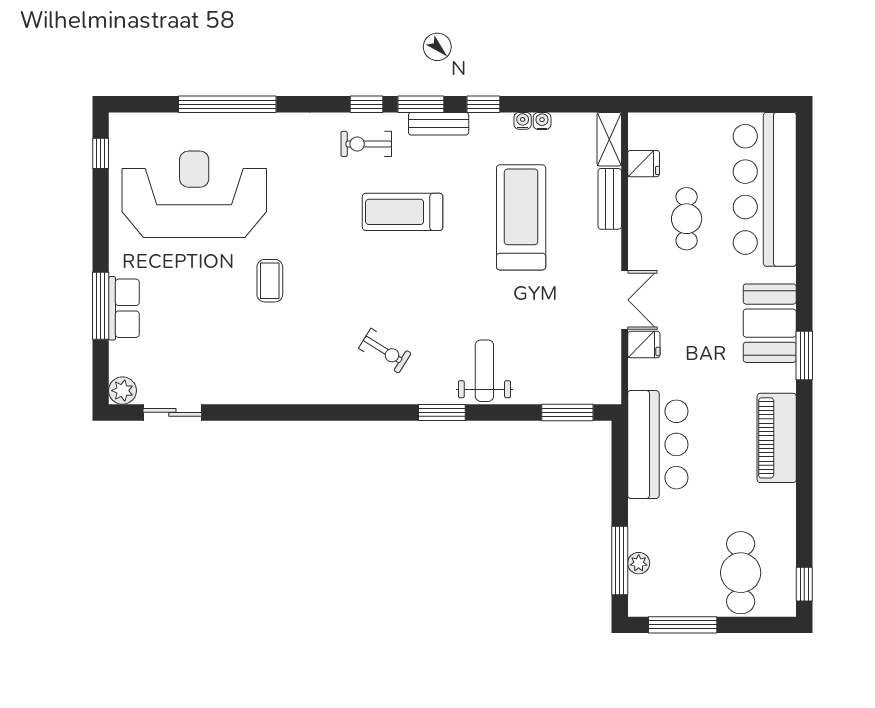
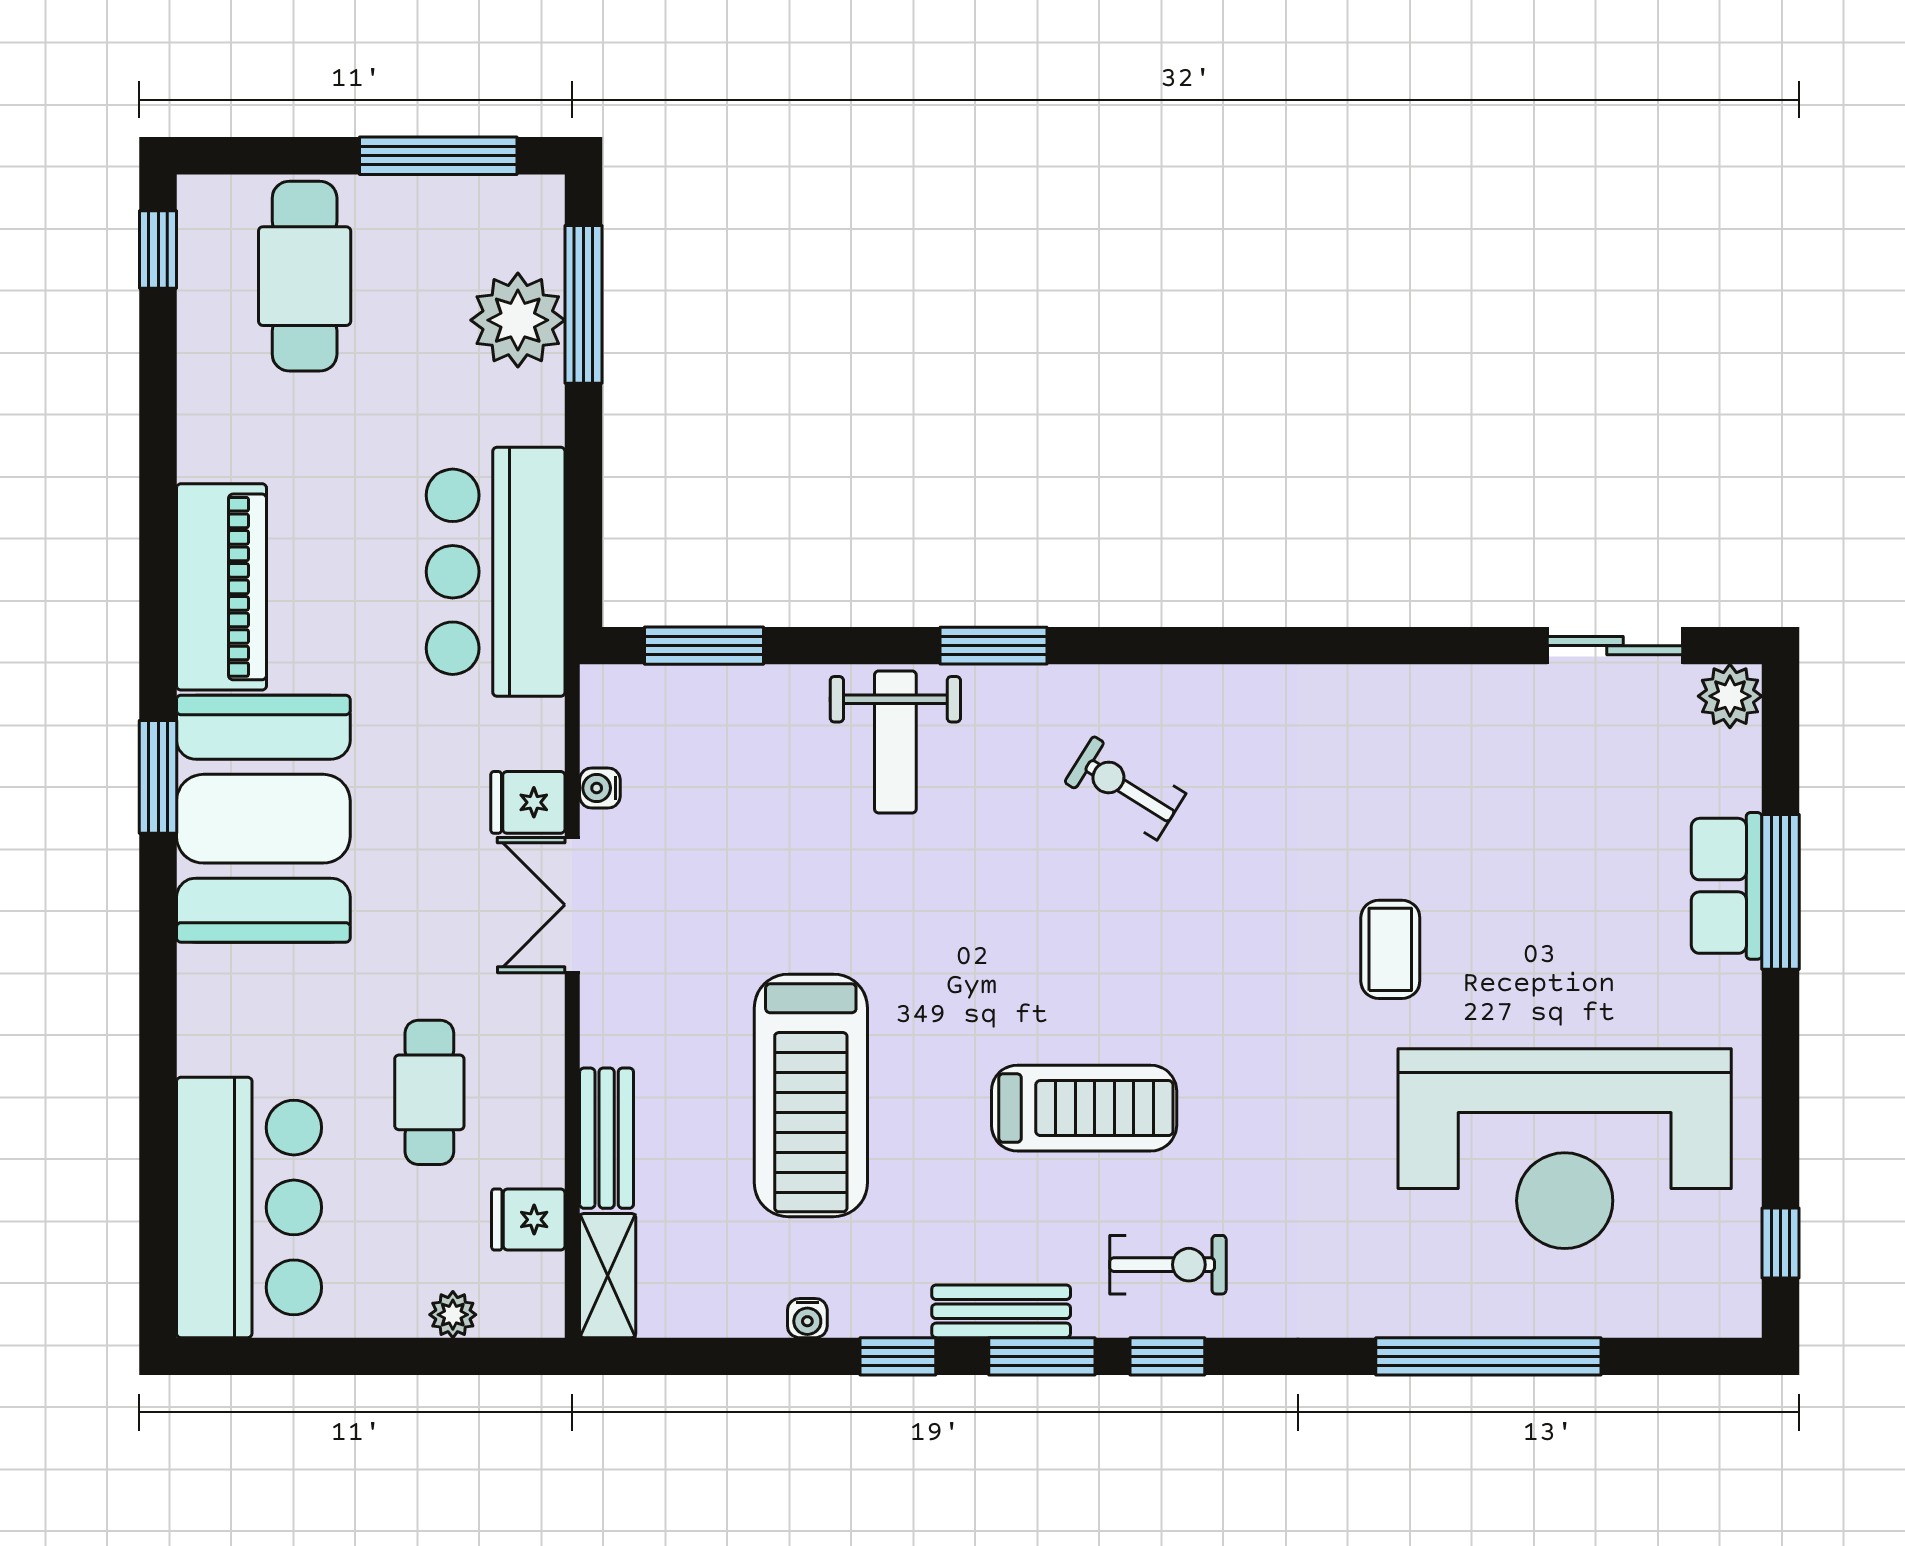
water cooler: (542, 121) -> (600, 788), moved, turned 90
plant: (676, 122) -> (453, 1315), added
bar counter: (765, 189) -> (249, 1207), width x0.73
booth: (770, 323) -> (263, 819), width x1.36, depth x1.42
plant: (639, 563) -> (518, 320), width x1.87, depth x1.87

